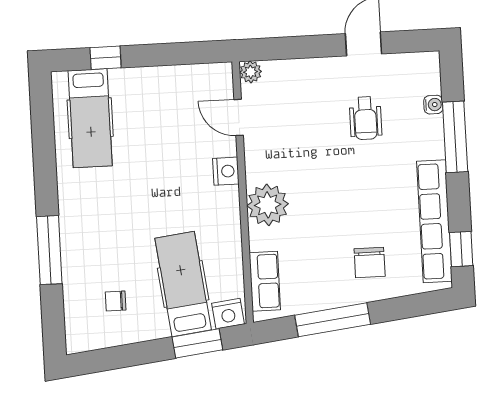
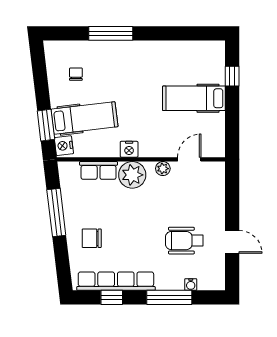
plant: (251, 72) -> (163, 169), moved
hospital bed: (90, 118) -> (194, 98), moved
wheelchair: (365, 118) -> (184, 241), width x1.36, depth x1.37
nightstand: (226, 171) -> (129, 149), moved
window: (461, 249) -> (112, 297), moved
row of seats: (265, 281) -> (99, 170), moved

